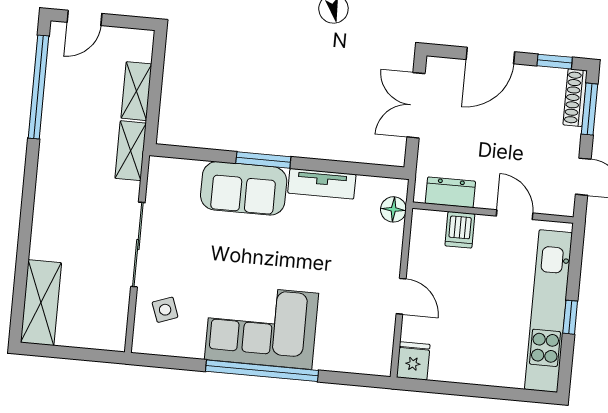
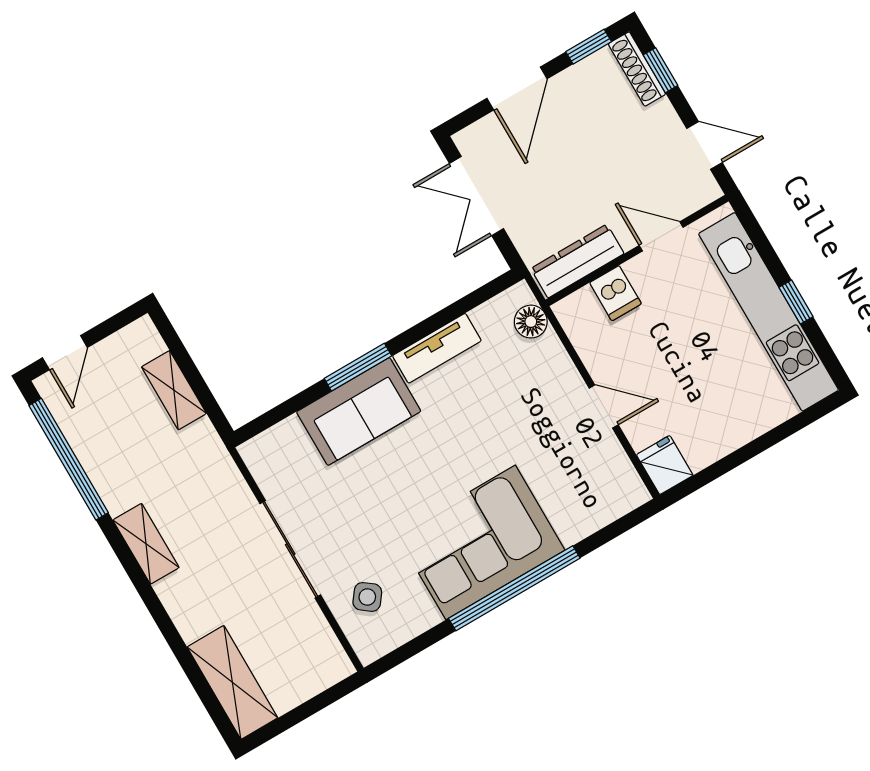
window: (589, 109) -> (660, 70), width x0.67
shelving: (131, 151) -> (146, 544), moved
dresser: (450, 192) -> (577, 261), width x1.44
side table: (165, 310) -> (367, 597), turned -33

